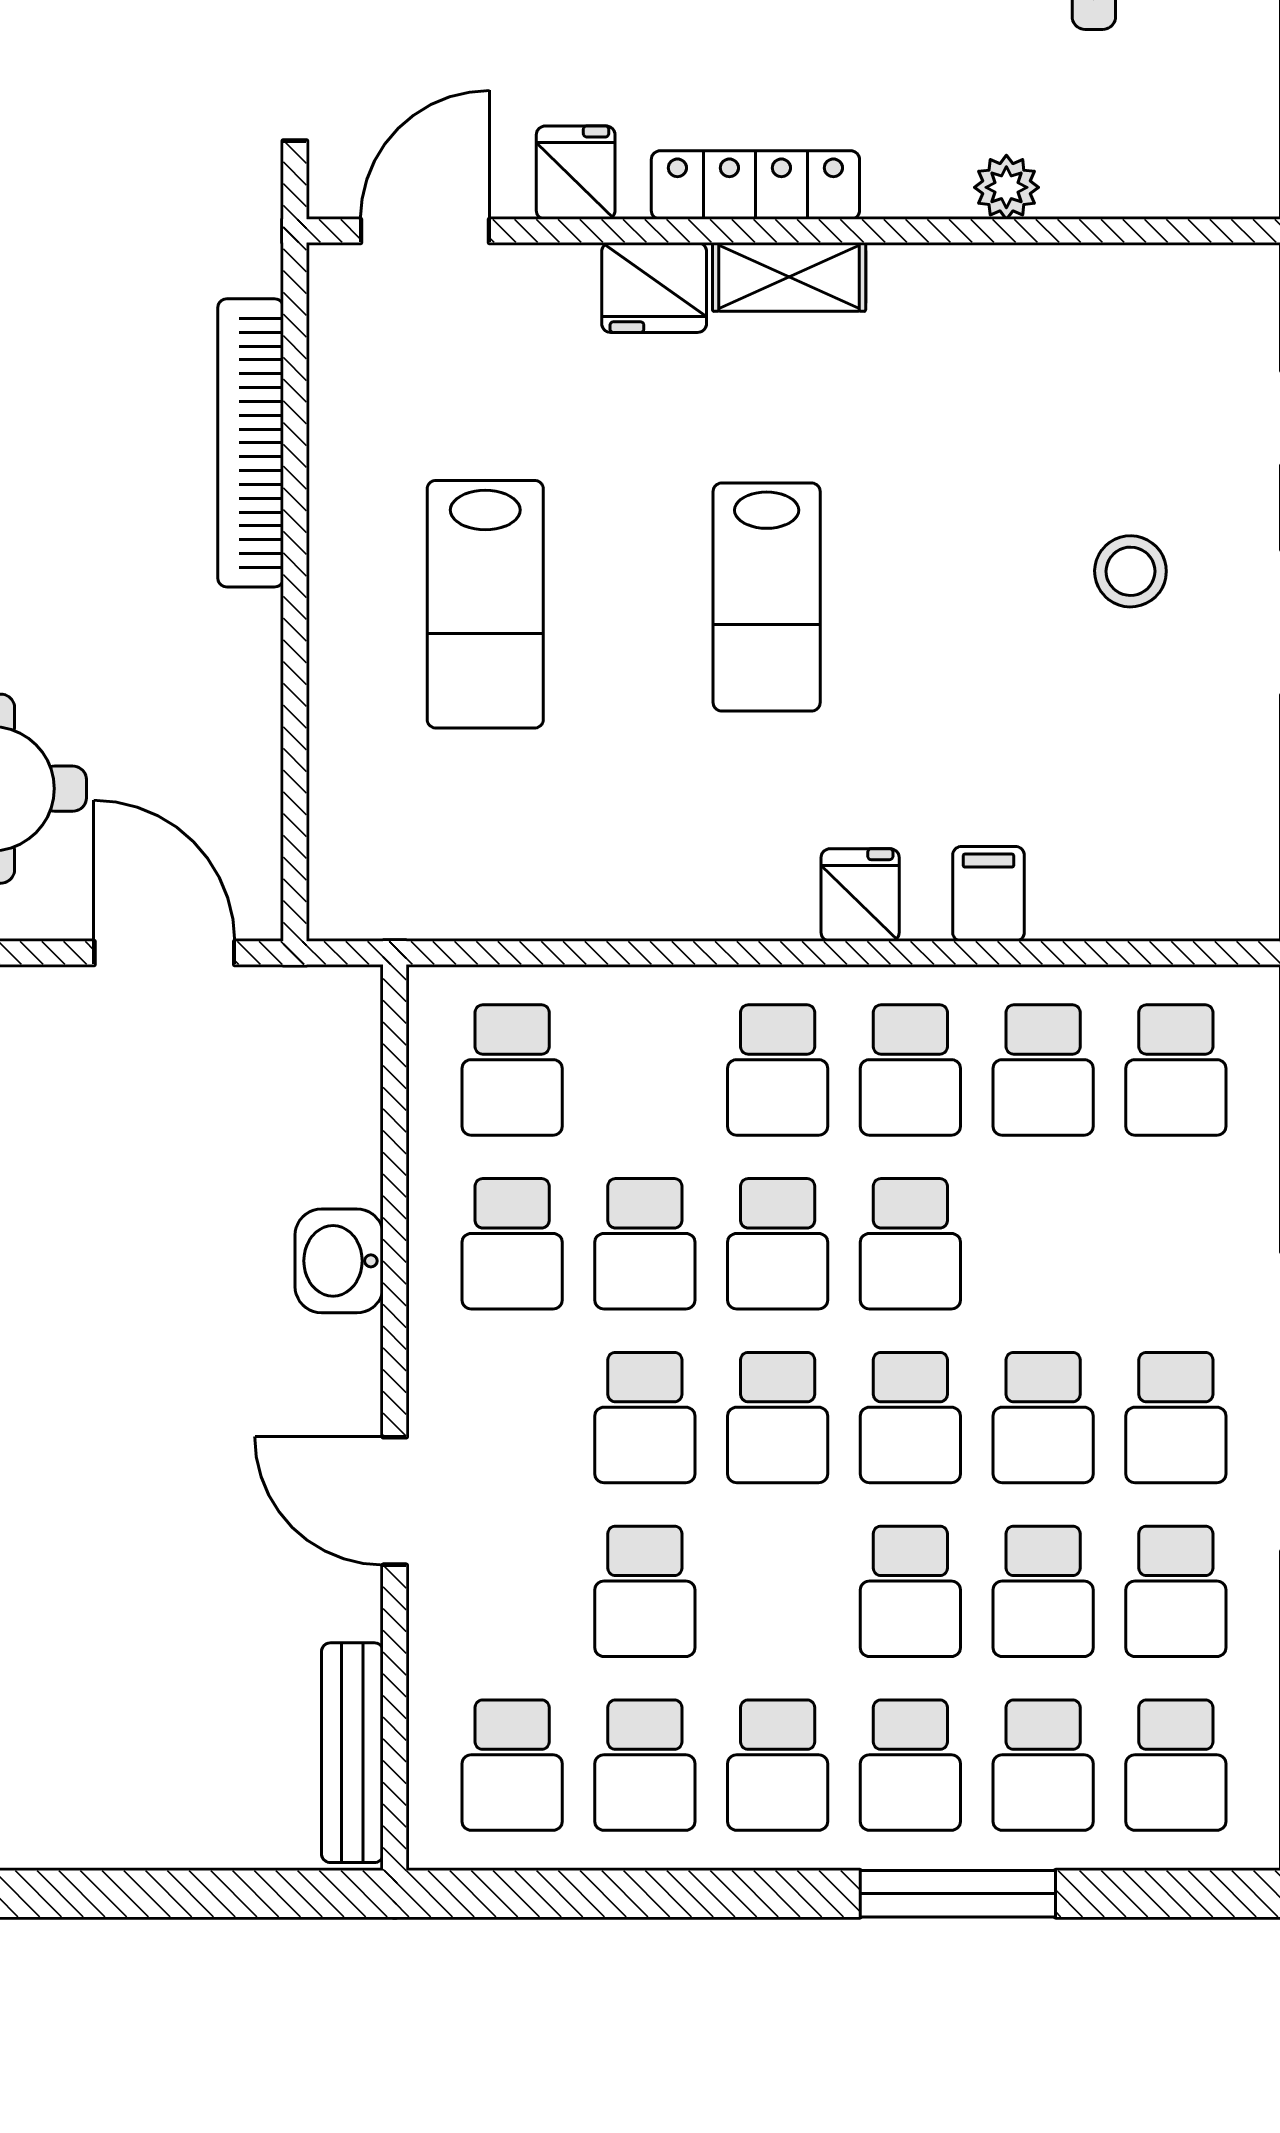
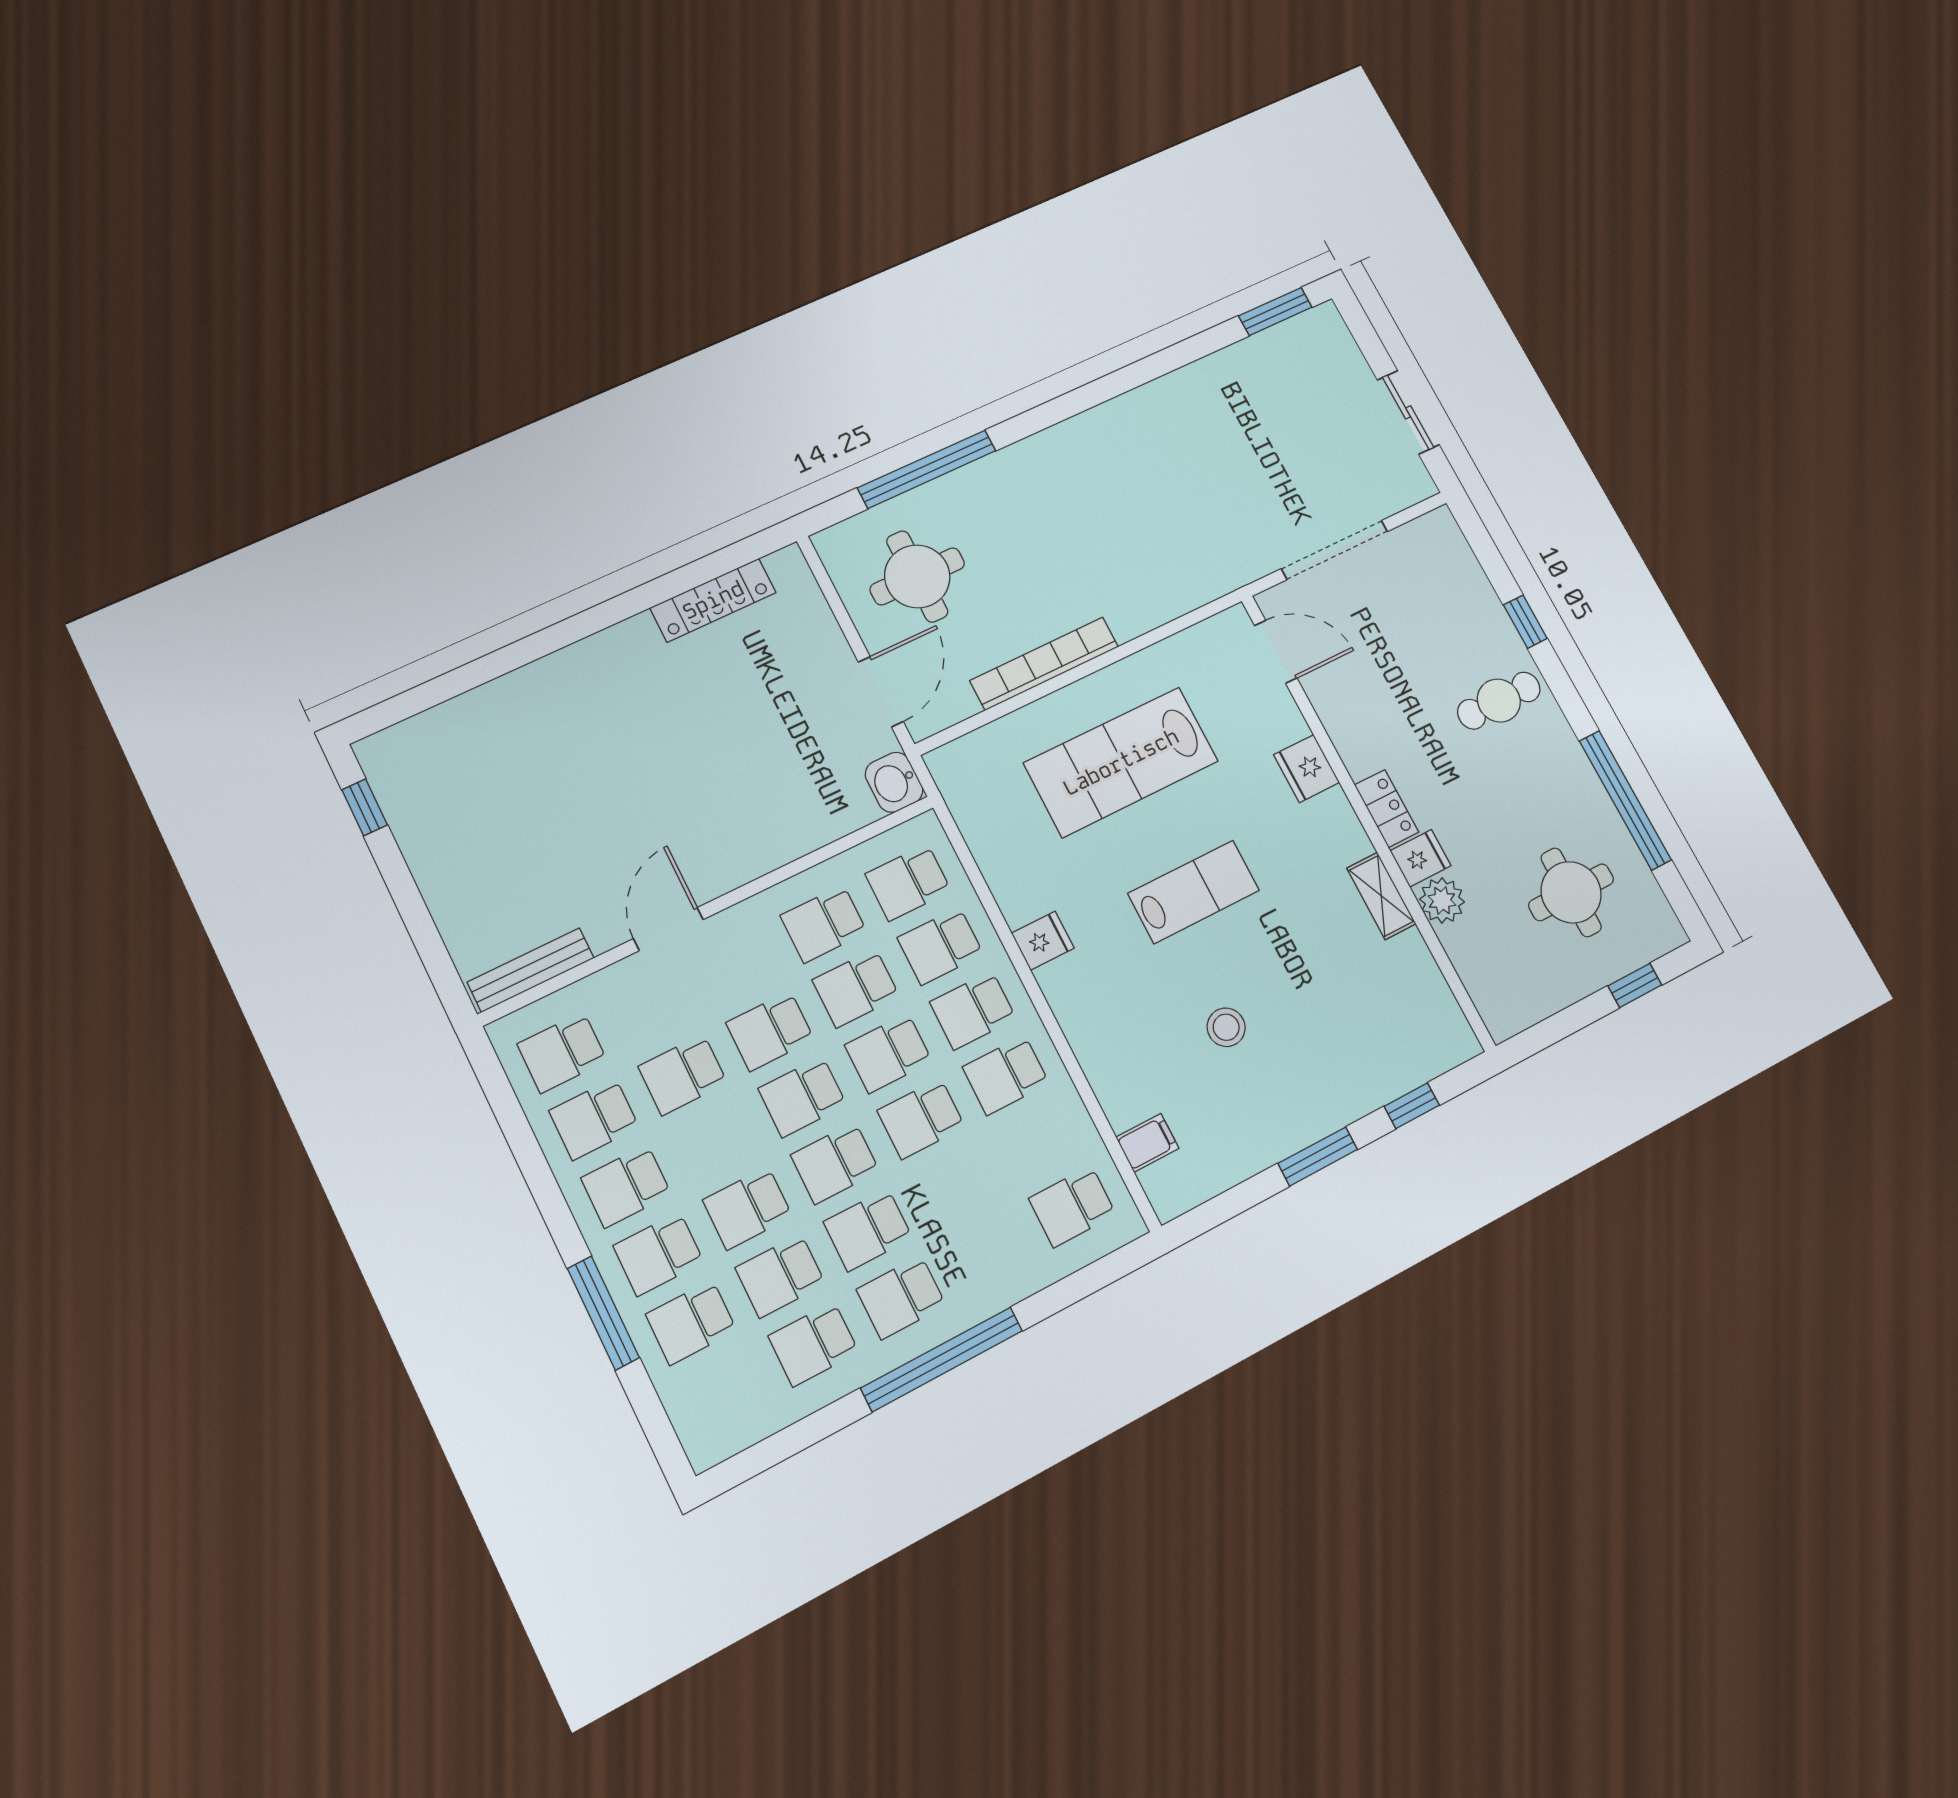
fridge: (576, 173) -> (1420, 858), moved
locker: (755, 185) -> (1387, 809), width x0.66
plant: (1006, 187) -> (1442, 900), width x1.38, depth x1.38
shelving: (789, 277) -> (1381, 896), moved
bookcase: (251, 443) -> (1044, 664), moved
stool: (1130, 571) -> (1226, 1027), moved
lab bench: (767, 597) -> (1194, 892), turned 180
lab bench: (485, 604) -> (1121, 762), width x1.36, depth x1.39
filing cabinet: (988, 894) -> (1147, 1143), moved
fridge: (860, 895) -> (1043, 941), moved
school desk: (1043, 1070) -> (940, 946), moved
washbasin: (339, 1261) -> (894, 782), moved, turned -90
school desk: (1176, 1765) -> (724, 1391), removed

